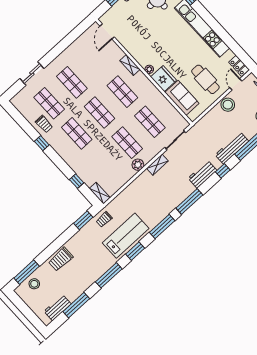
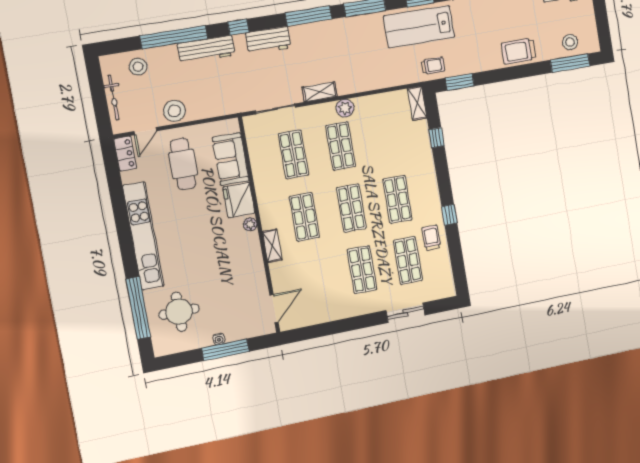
trolley: (61, 259) -> (519, 51), turned 180

